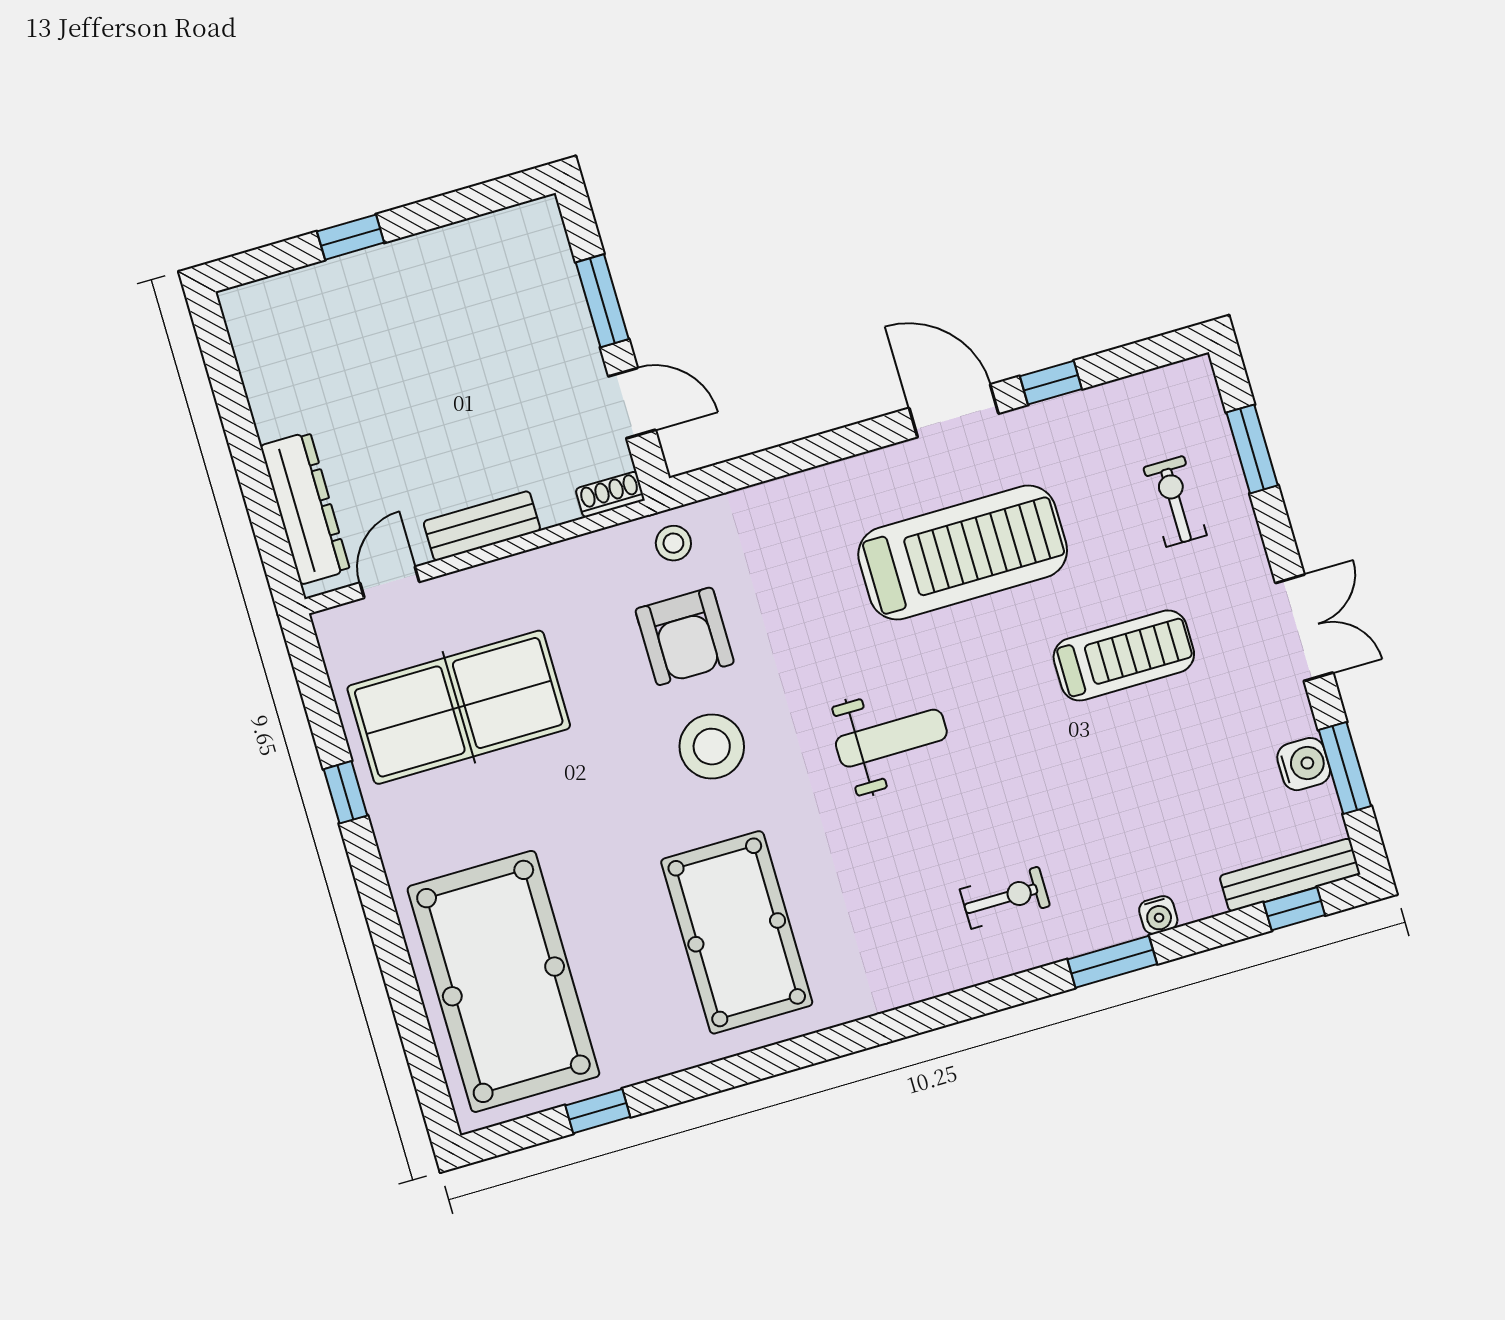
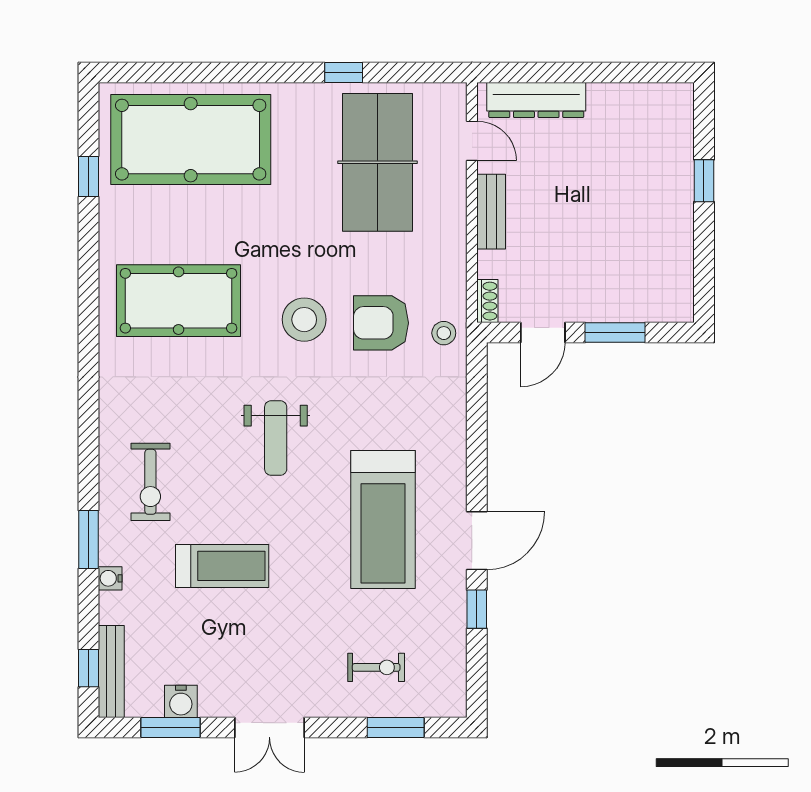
treadmill: (1124, 655) -> (222, 566), moved, turned -90
exercise bike: (1005, 898) -> (150, 482), width x1.38, depth x1.39

